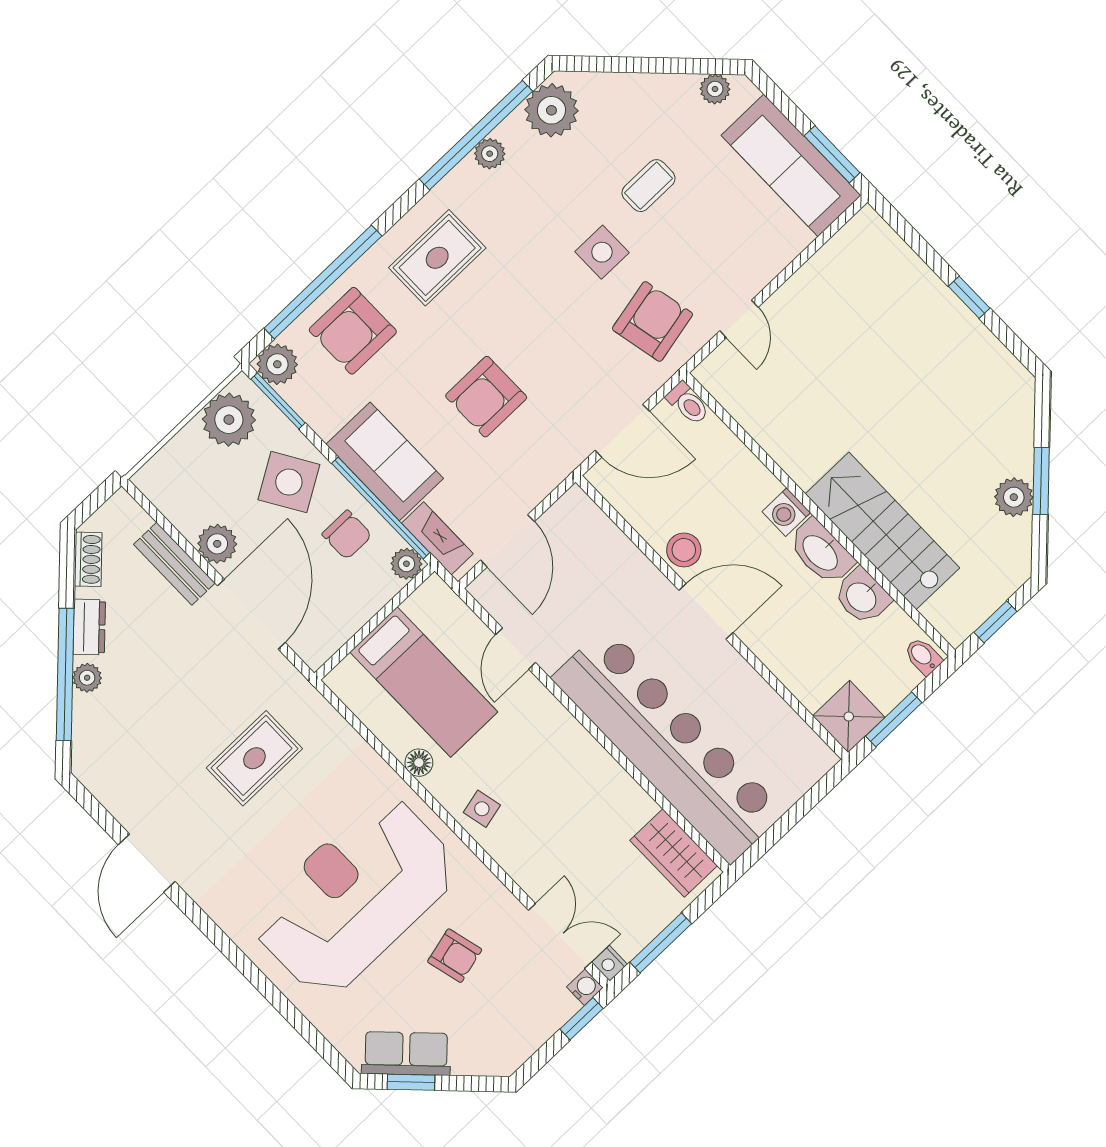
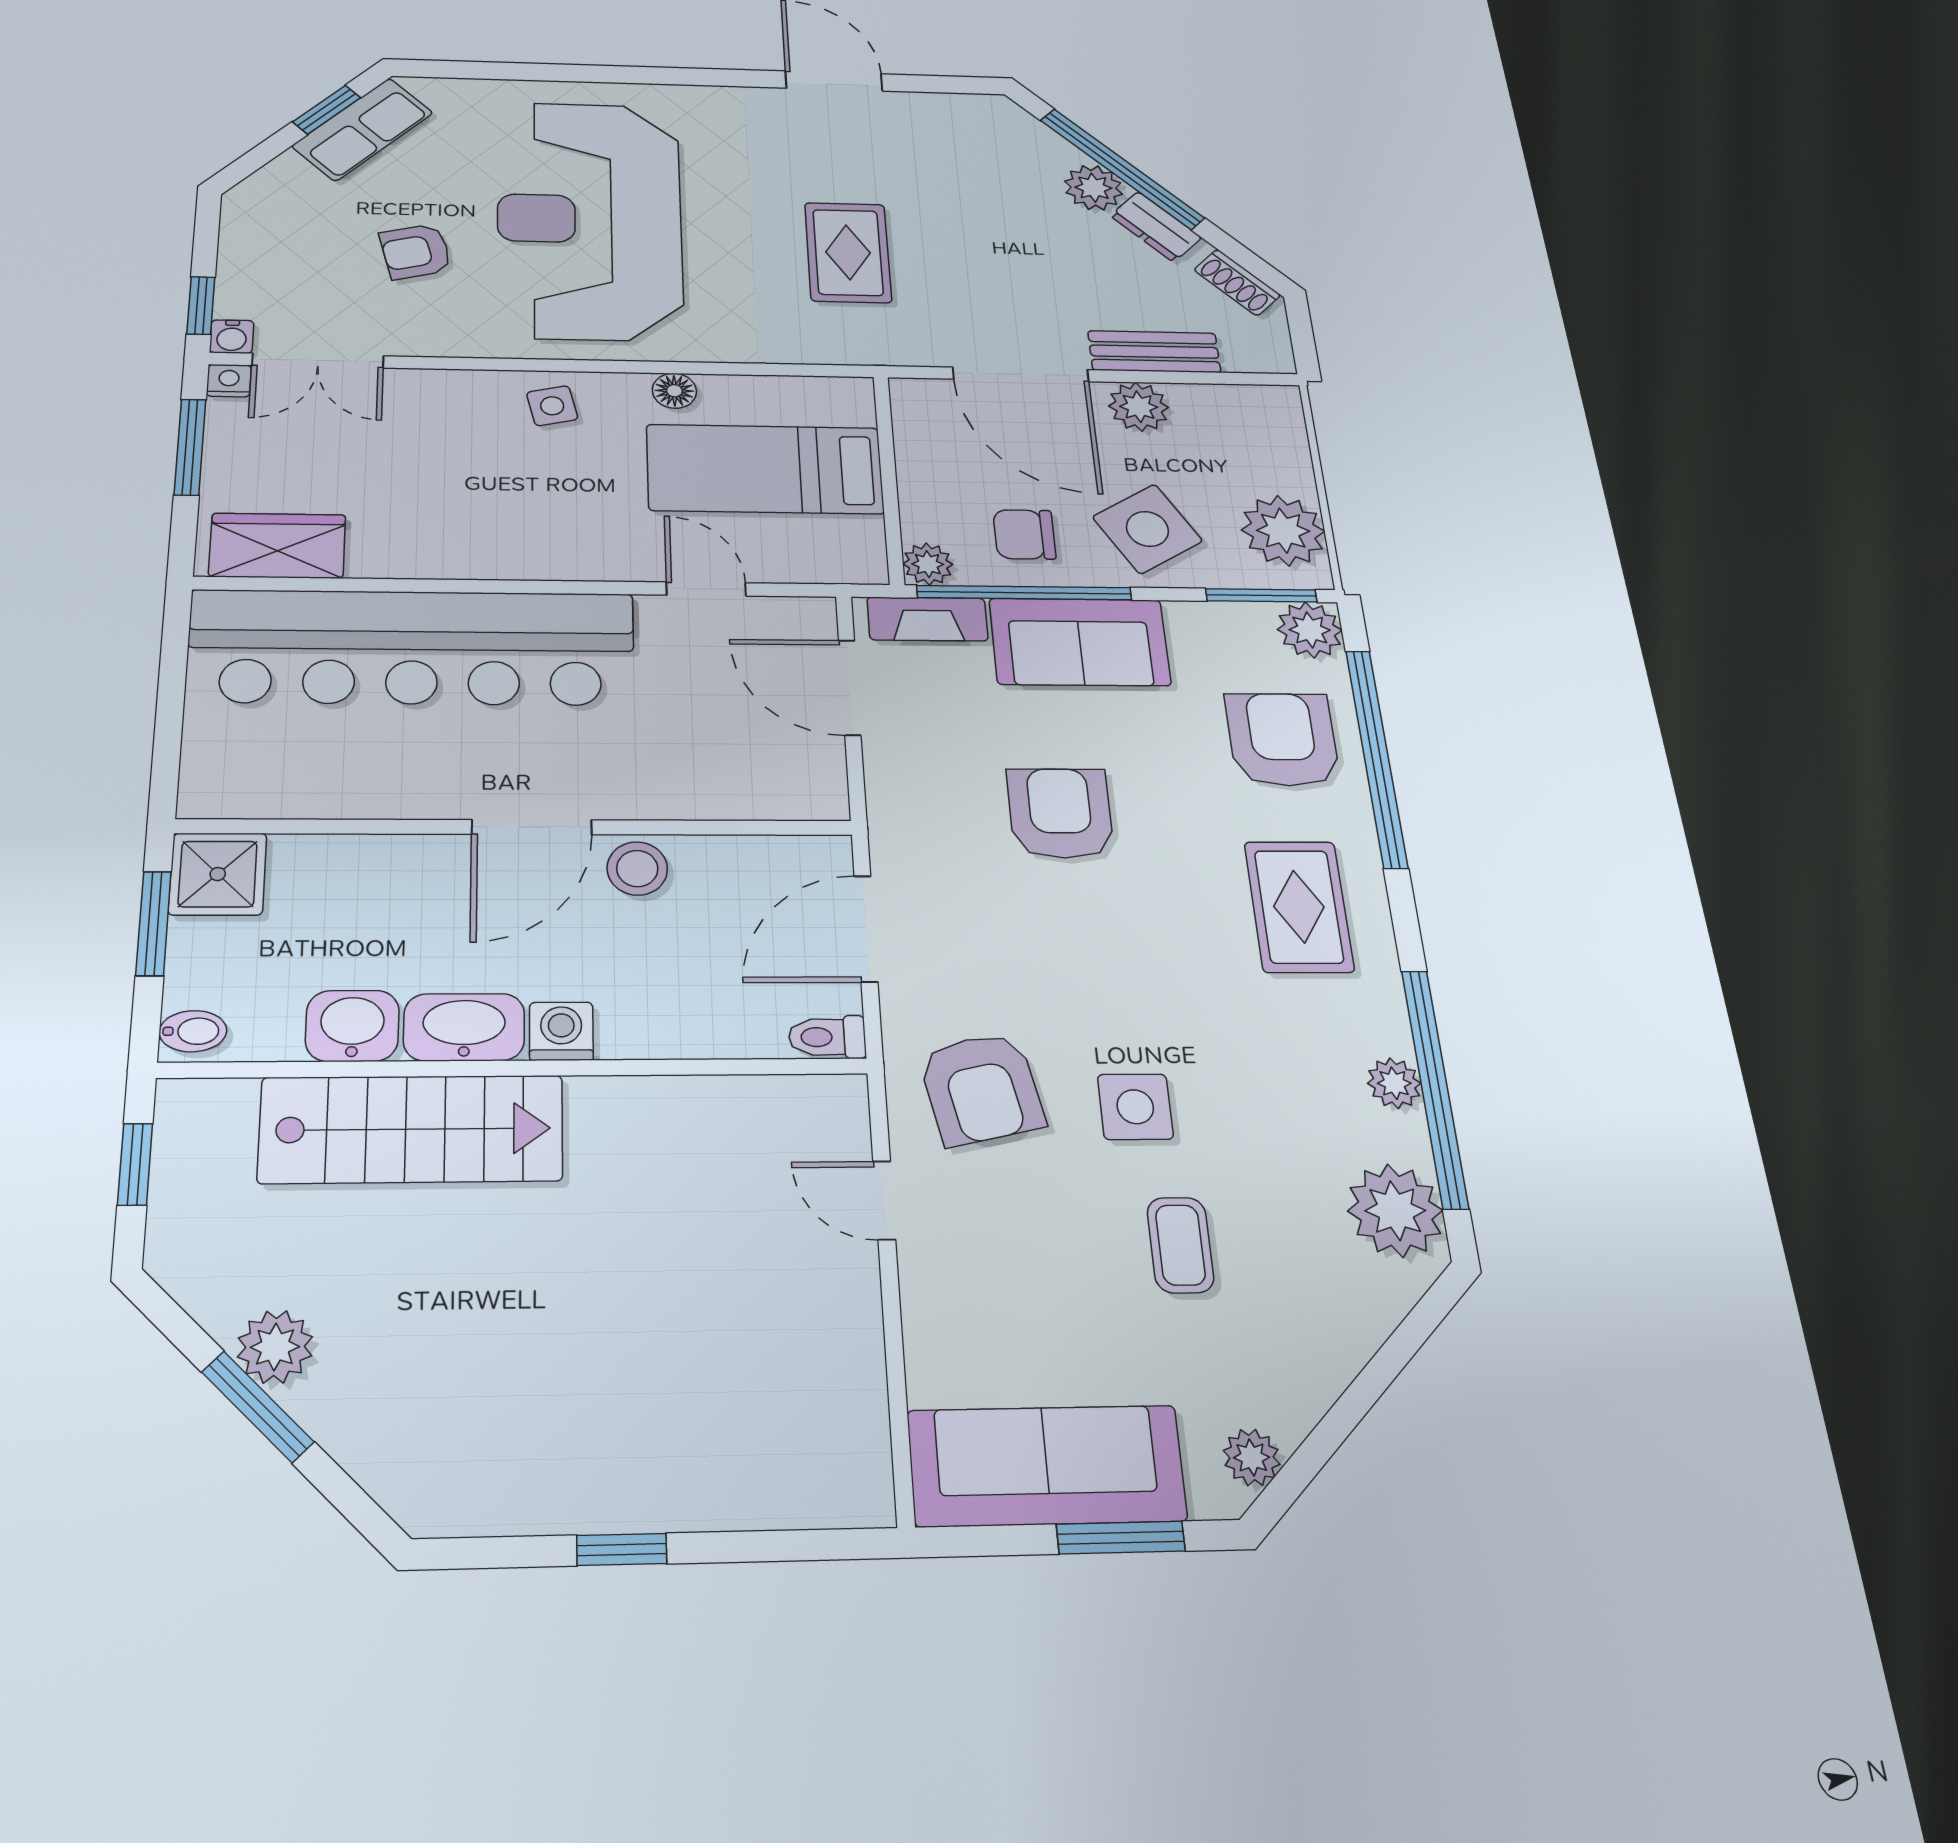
window: (832, 154) -> (1121, 1538), moved
plant: (87, 678) -> (1093, 188), width x1.38, depth x1.38
reception desk: (355, 896) -> (590, 219), turned 180

